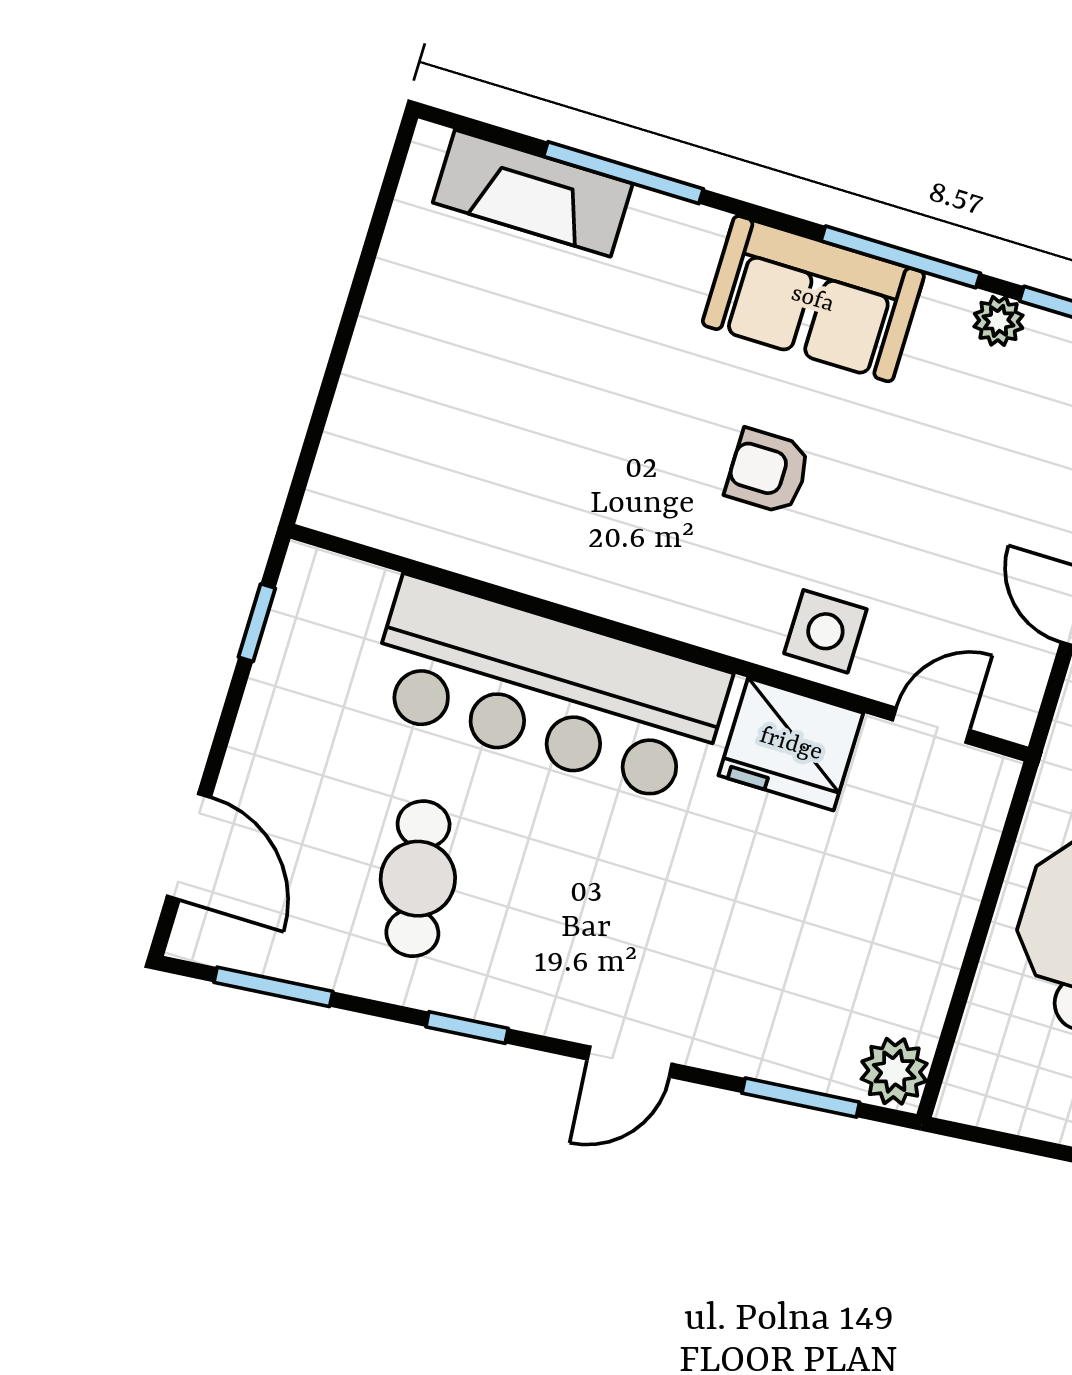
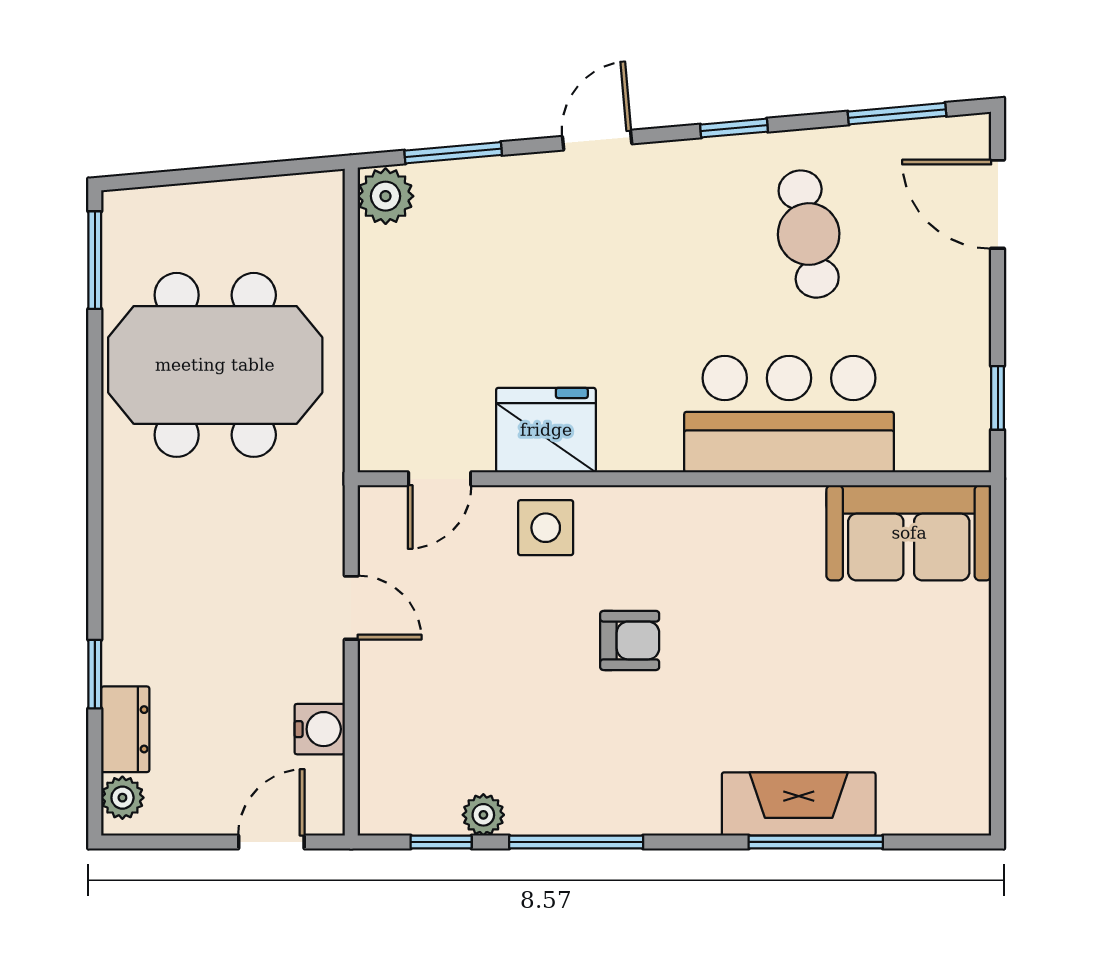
fireplace: (533, 193) -> (799, 804), moved
sofa: (813, 299) -> (909, 533), moved, turned 180
bar counter: (548, 691) -> (789, 414), width x0.73

